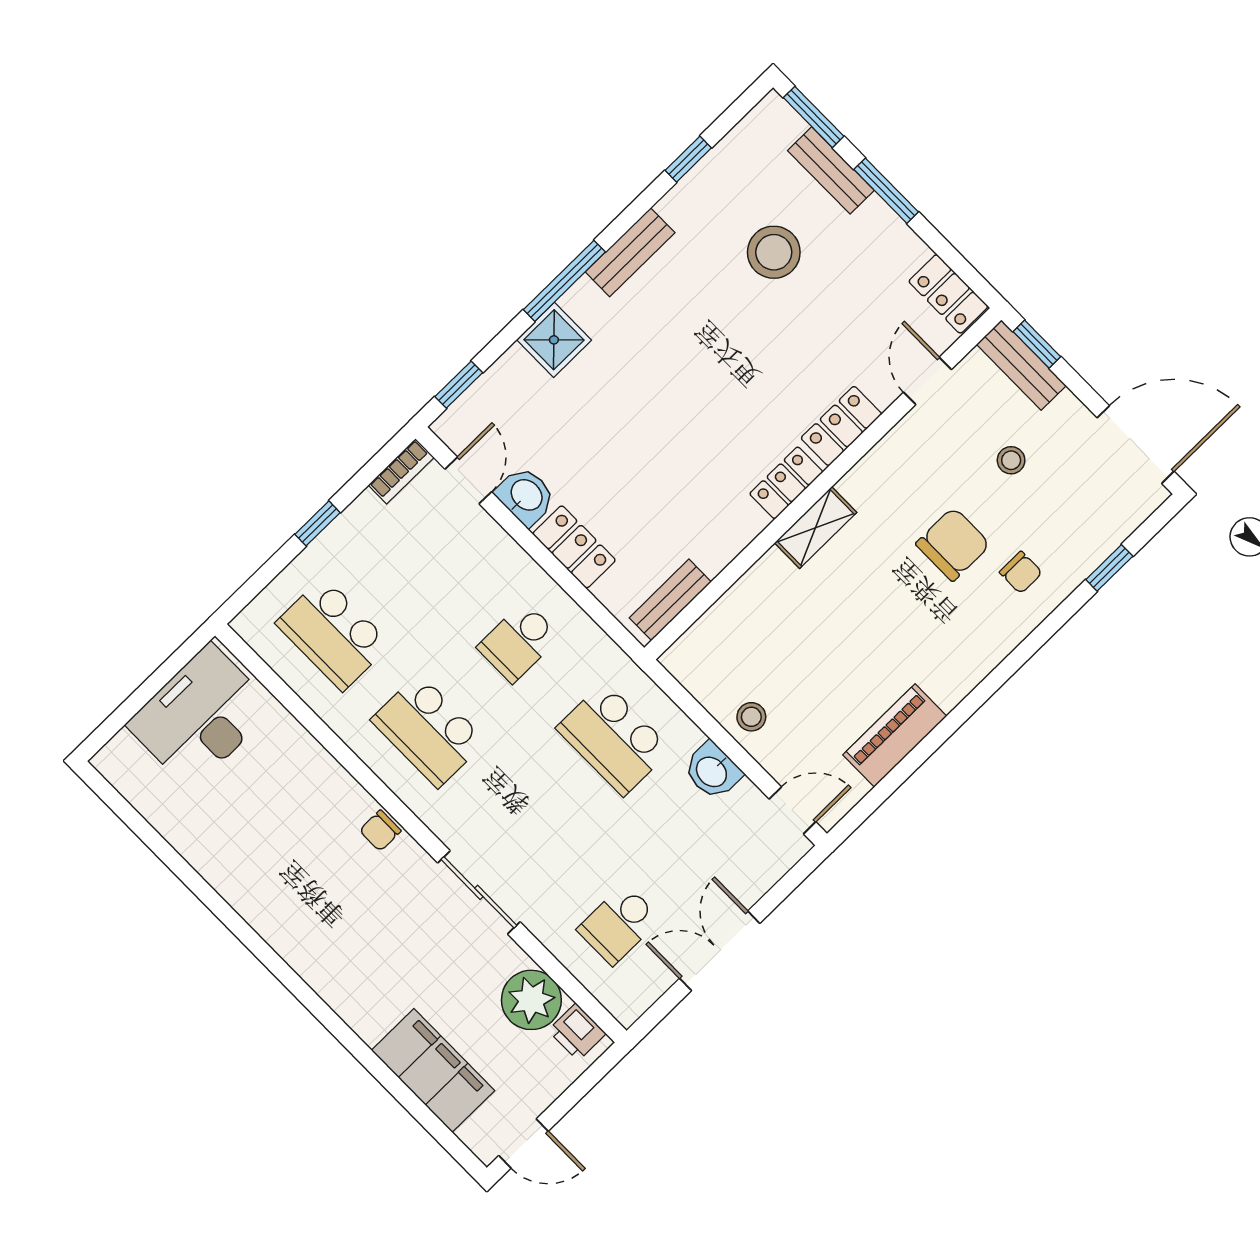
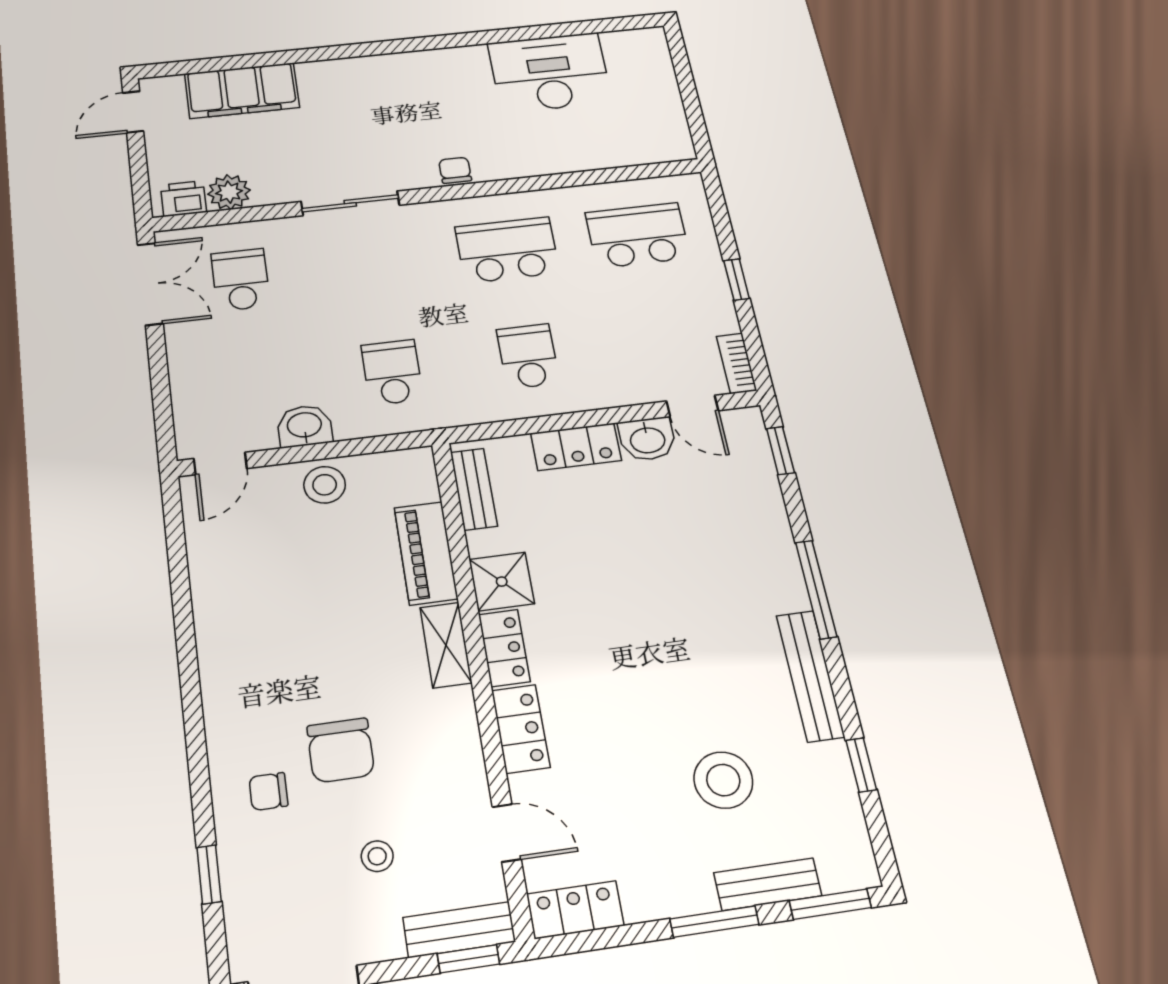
bench: (630, 252) -> (810, 676), width x1.36
shower: (554, 340) -> (502, 582), moved
desk: (201, 716) -> (550, 73), moved, turned -90
stool: (751, 717) -> (325, 485), width x1.37, depth x1.37
piano: (895, 735) -> (426, 553), moved, turned 180
school desk: (614, 739) -> (392, 372), width x0.54
double door: (720, 951) -> (150, 284), moved
plant: (531, 1000) -> (229, 192), width x0.73, depth x0.73

